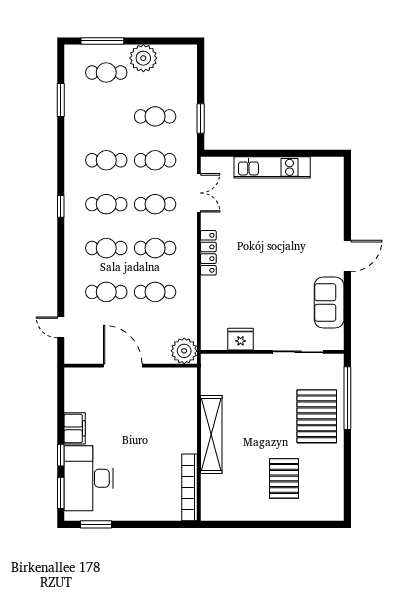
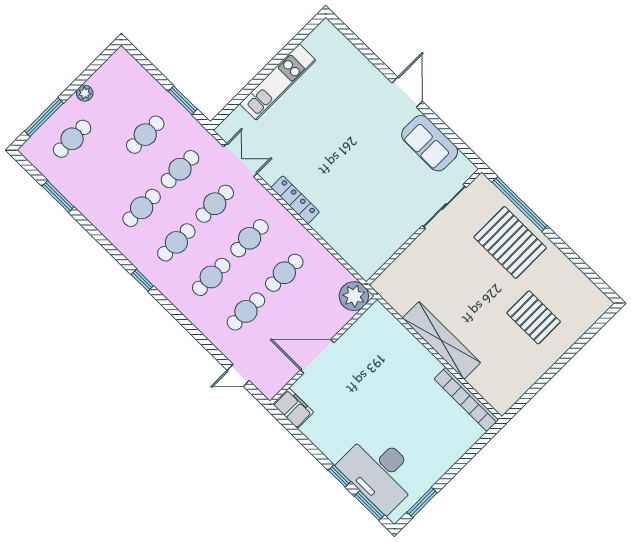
plant: (143, 58) -> (85, 93), width x0.53, depth x0.53
fridge: (241, 339) -> (389, 242), removed
filing cabinet: (75, 428) -> (293, 408), moved

